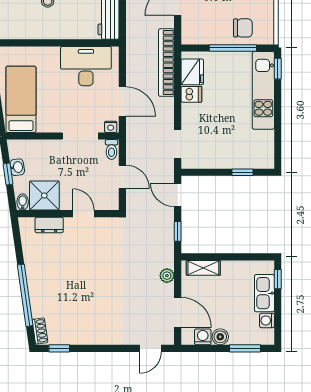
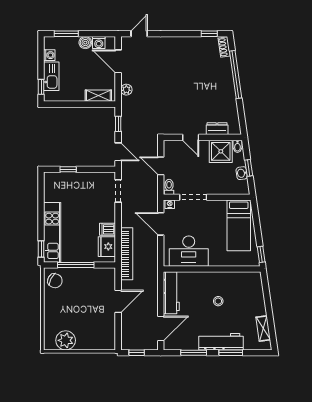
chair: (243, 28) -> (55, 281), moved, turned -152

